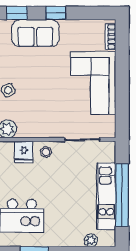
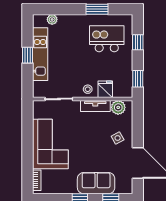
tv unit: (36, 131) -> (95, 106), added
window: (122, 195) -> (27, 55), width x0.32

